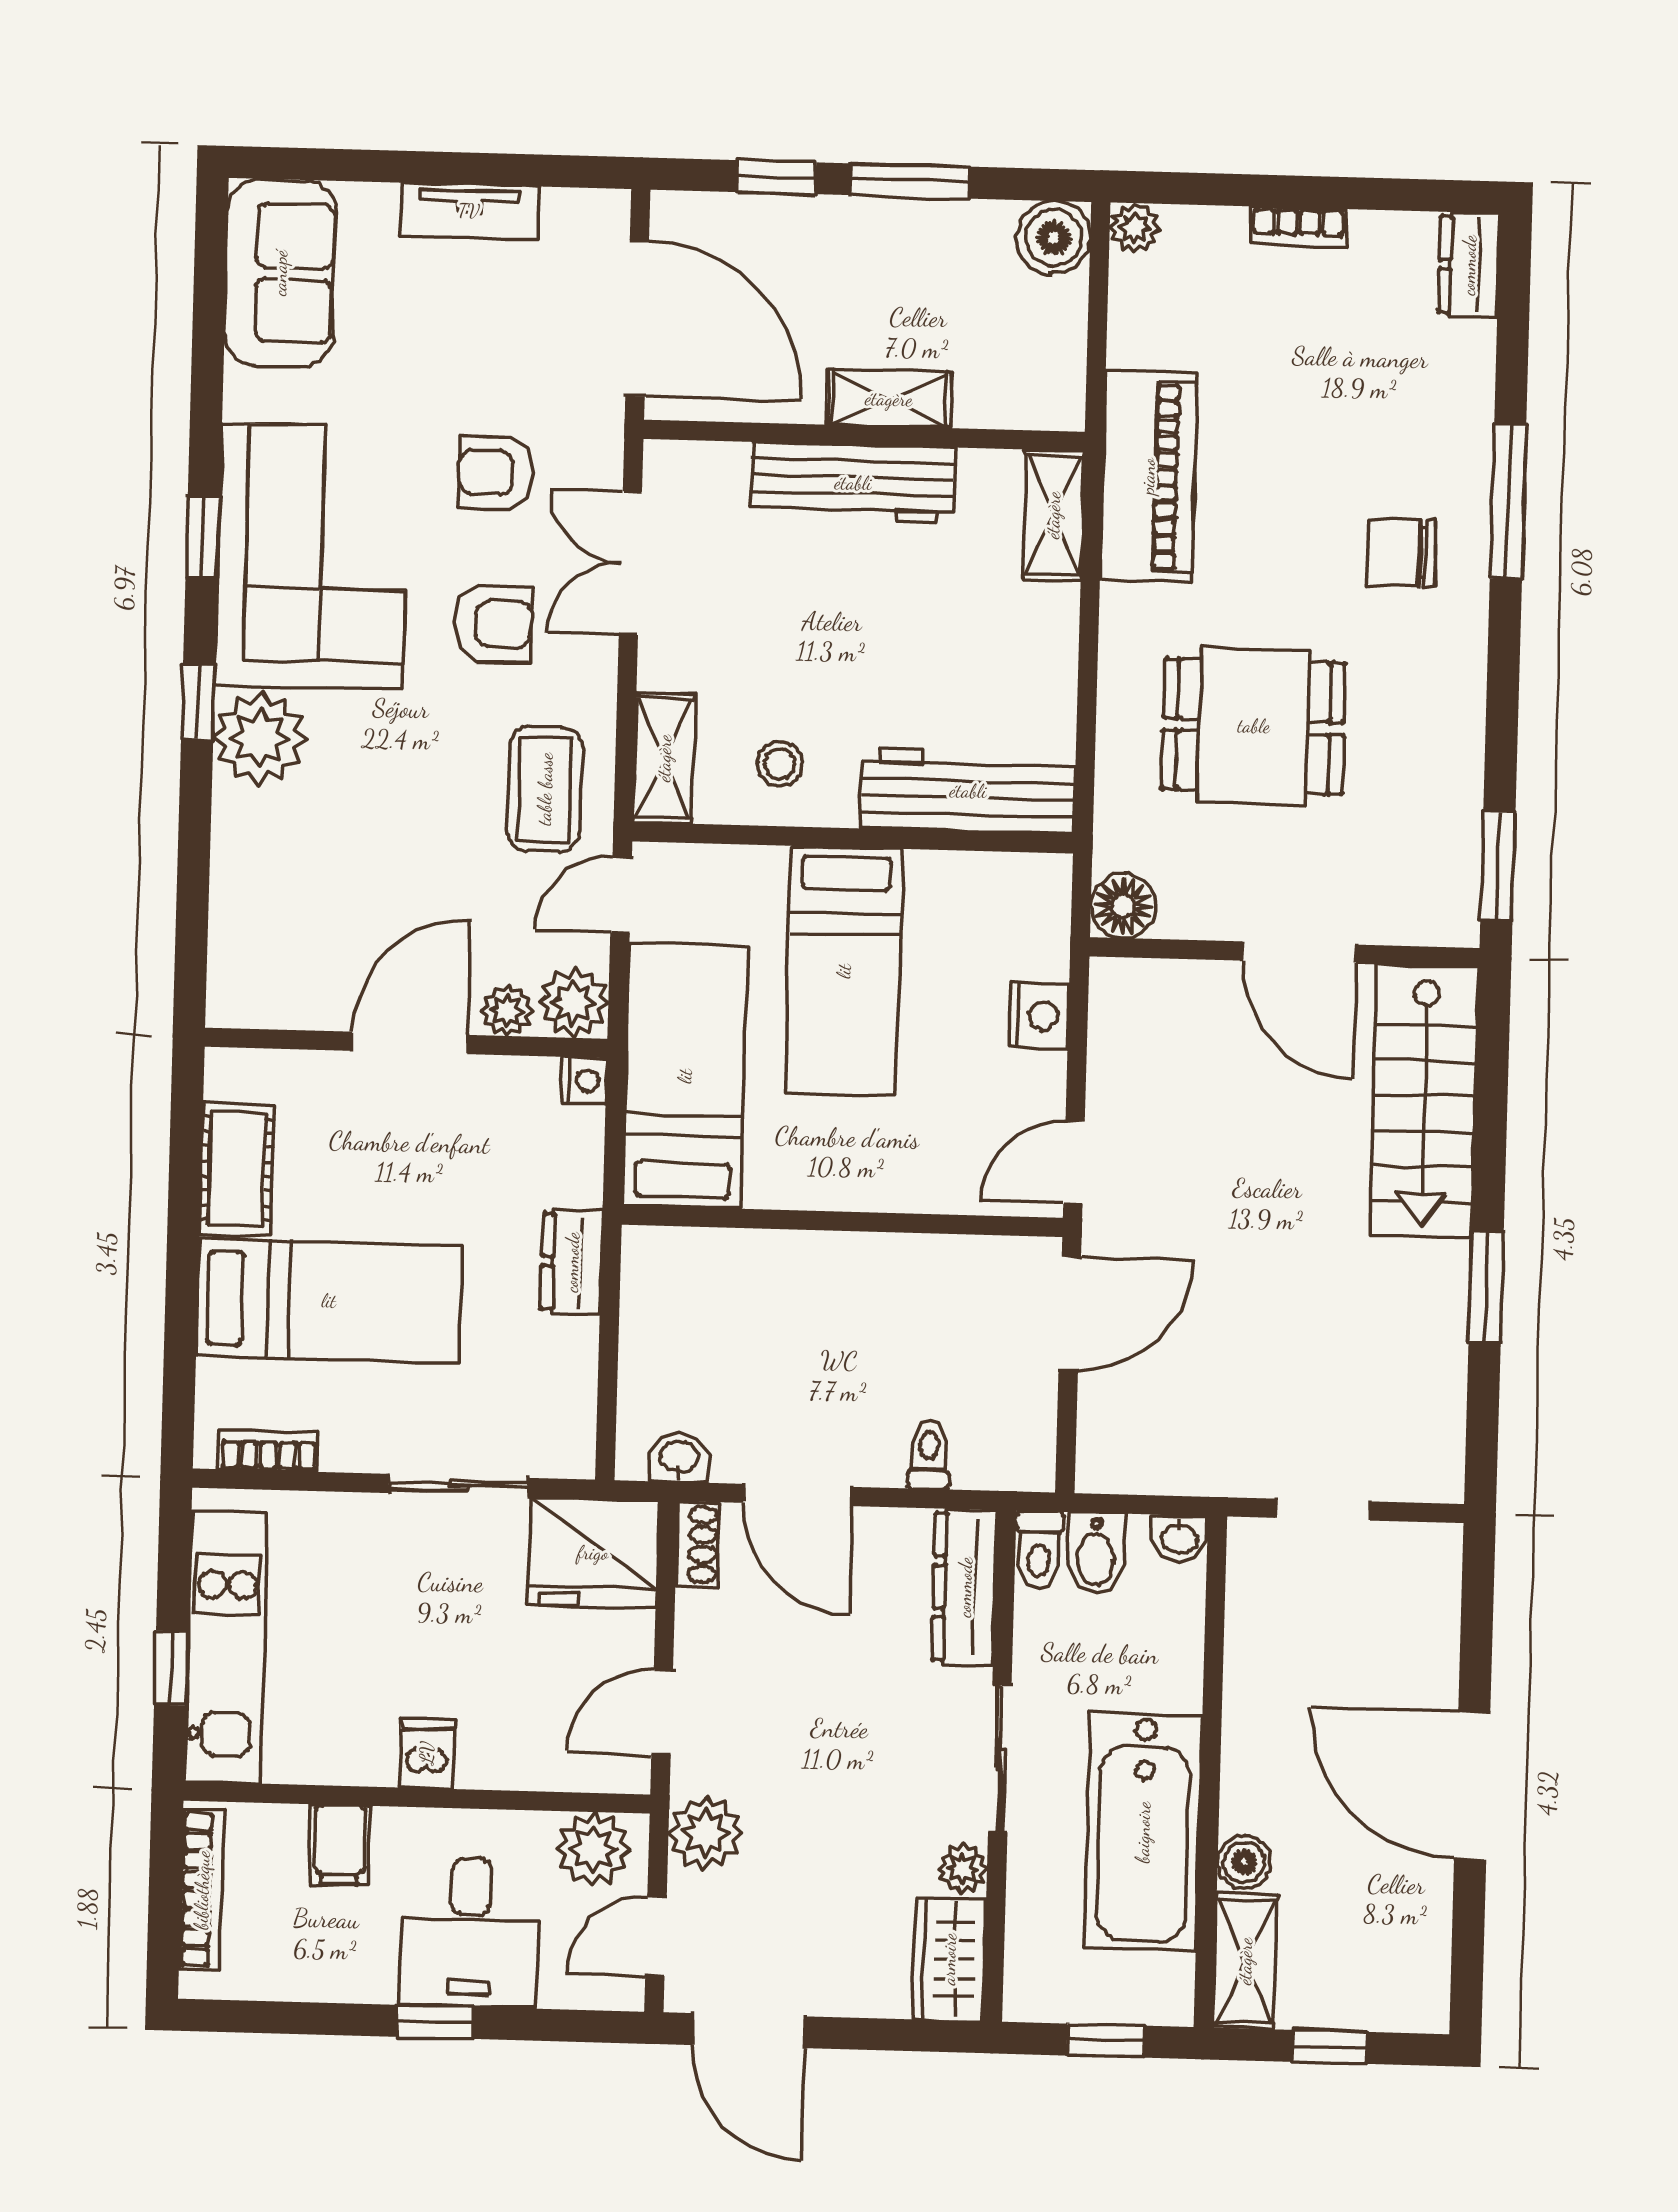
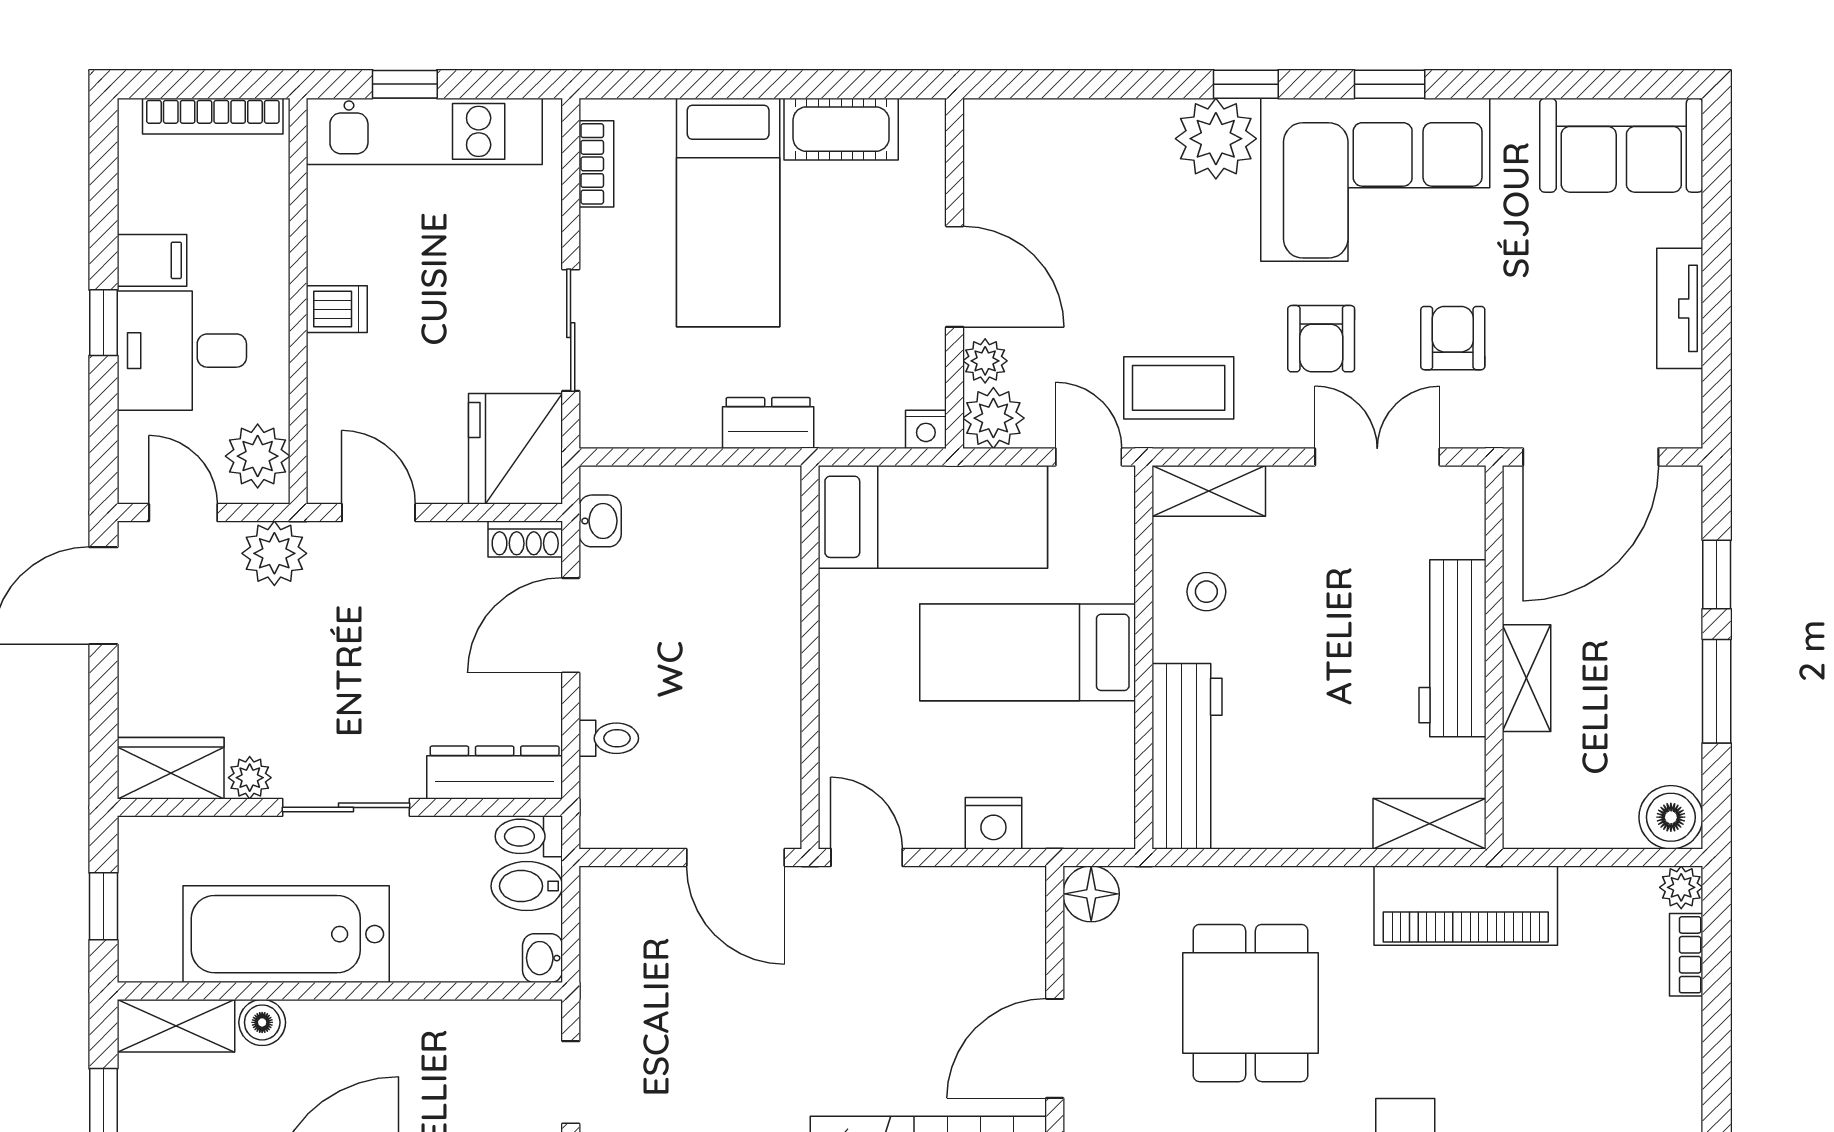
bookcase: (1298, 227) -> (1686, 955), moved
filing cabinet: (340, 1845) -> (152, 260), moved, turned 180

